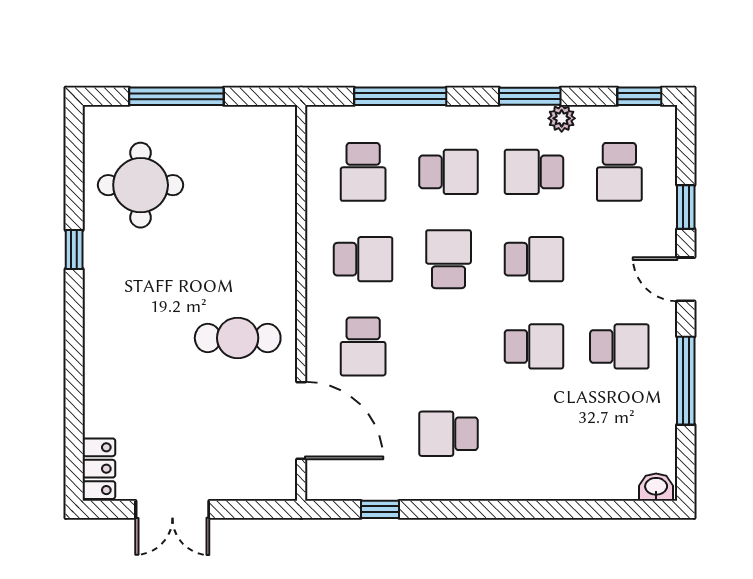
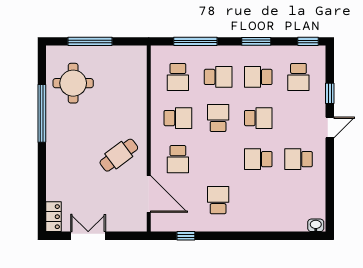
plant: (562, 118) -> (271, 52), removed
window: (74, 249) -> (42, 113), width x3.17
door: (686, 279) -> (330, 127), swing flipped
cafe table: (238, 338) -> (119, 155), turned -37
school desk: (534, 346) -> (258, 159), turned 180
school desk: (619, 346) -> (298, 159), turned 180
window: (686, 381) -> (330, 175), removed
school desk: (449, 434) -> (218, 200), turned 90
double door: (172, 509) -> (88, 236), swing flipped

